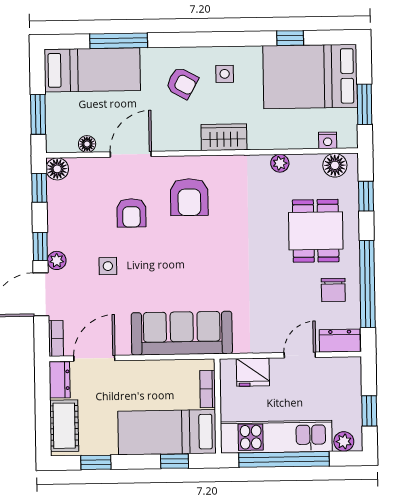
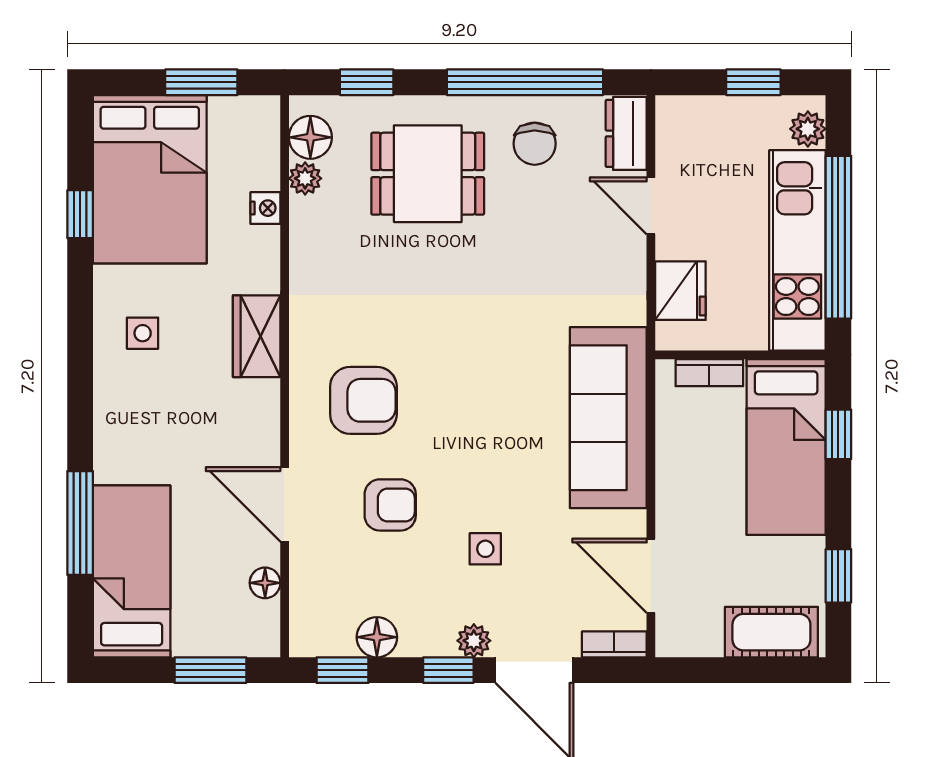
armchair: (182, 83) -> (158, 410), removed
nightstand: (328, 140) -> (265, 208), moved
plant: (280, 163) -> (305, 178), moved
floor lamp: (57, 169) -> (377, 637), moved
chair: (333, 290) -> (535, 144), turned 90
dresser: (60, 380) -> (689, 639), removed

